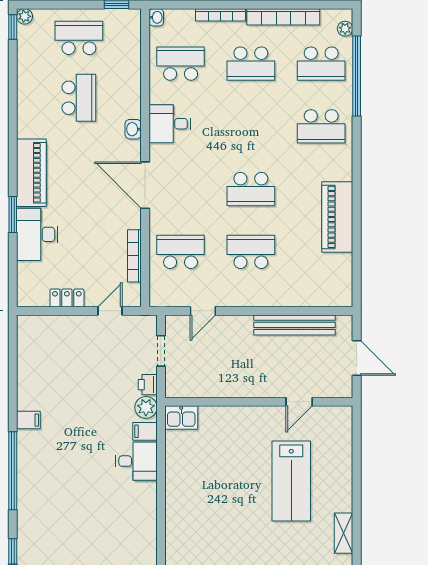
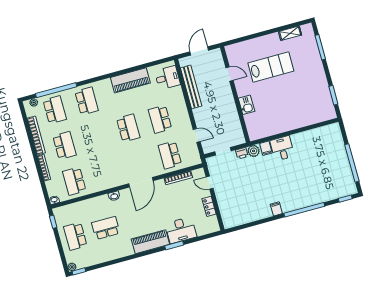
desk: (170, 124) -> (167, 78), moved, turned -90
kitchen sink: (181, 418) -> (246, 105), moved

